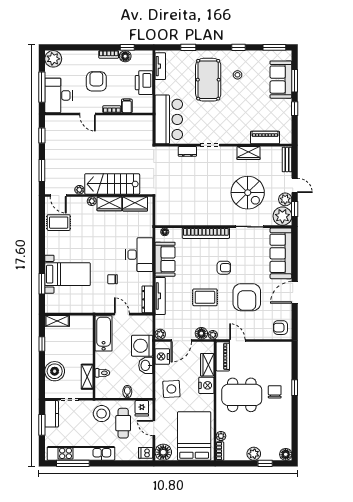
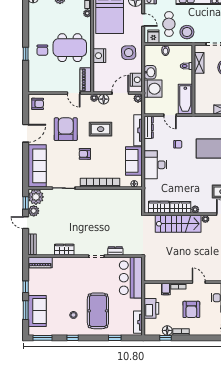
piano: (265, 138) -> (40, 263), moved
spiral stairs: (248, 193) -> (65, 217), removed
wardrobe: (207, 365) -> (99, 73), removed

